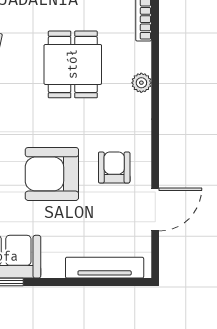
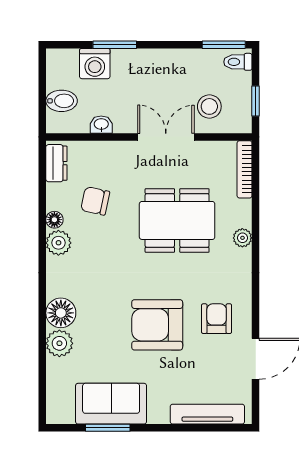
dining table: (73, 64) -> (177, 220), width x1.38

